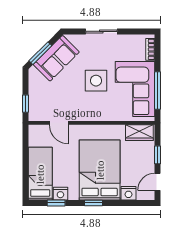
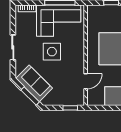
wardrobe: (139, 133) -> (93, 17), removed

